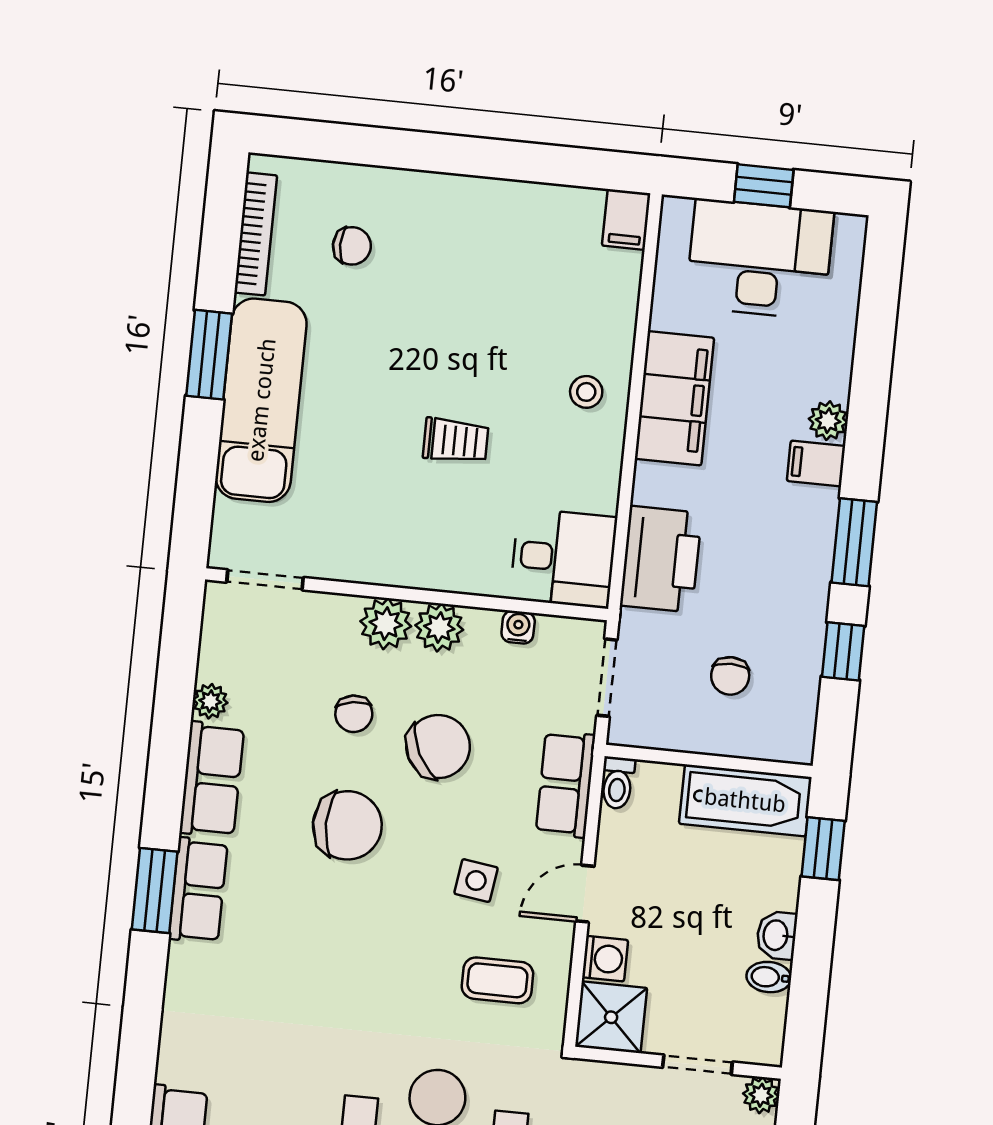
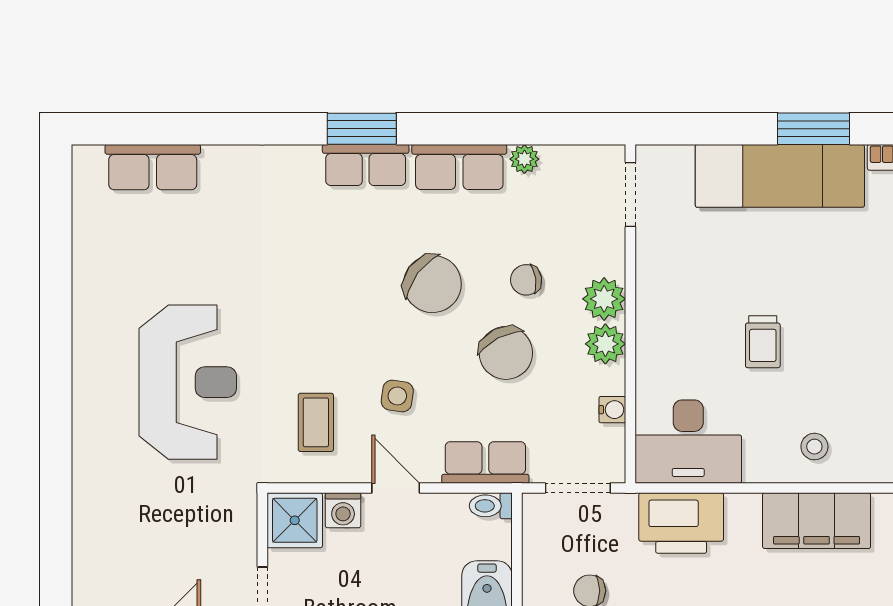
desk: (563, 558) -> (688, 442), width x1.37
chair: (347, 825) -> (432, 284), turned -53

